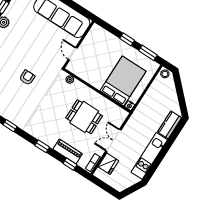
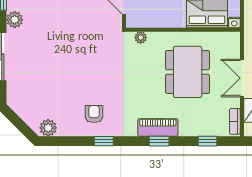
armchair: (27, 78) -> (94, 114), moved
dining table: (84, 117) -> (188, 72), width x1.38
piano: (68, 152) -> (158, 127), moved

